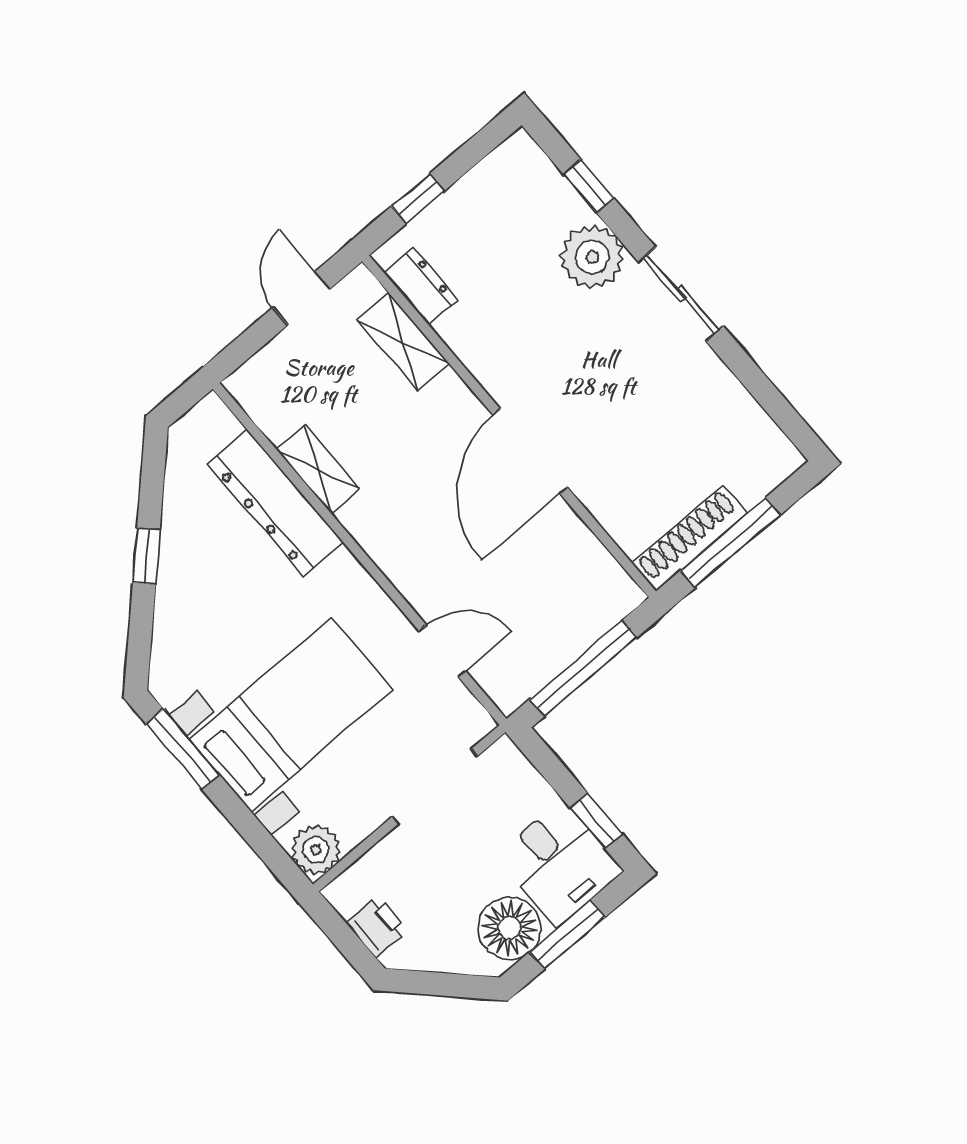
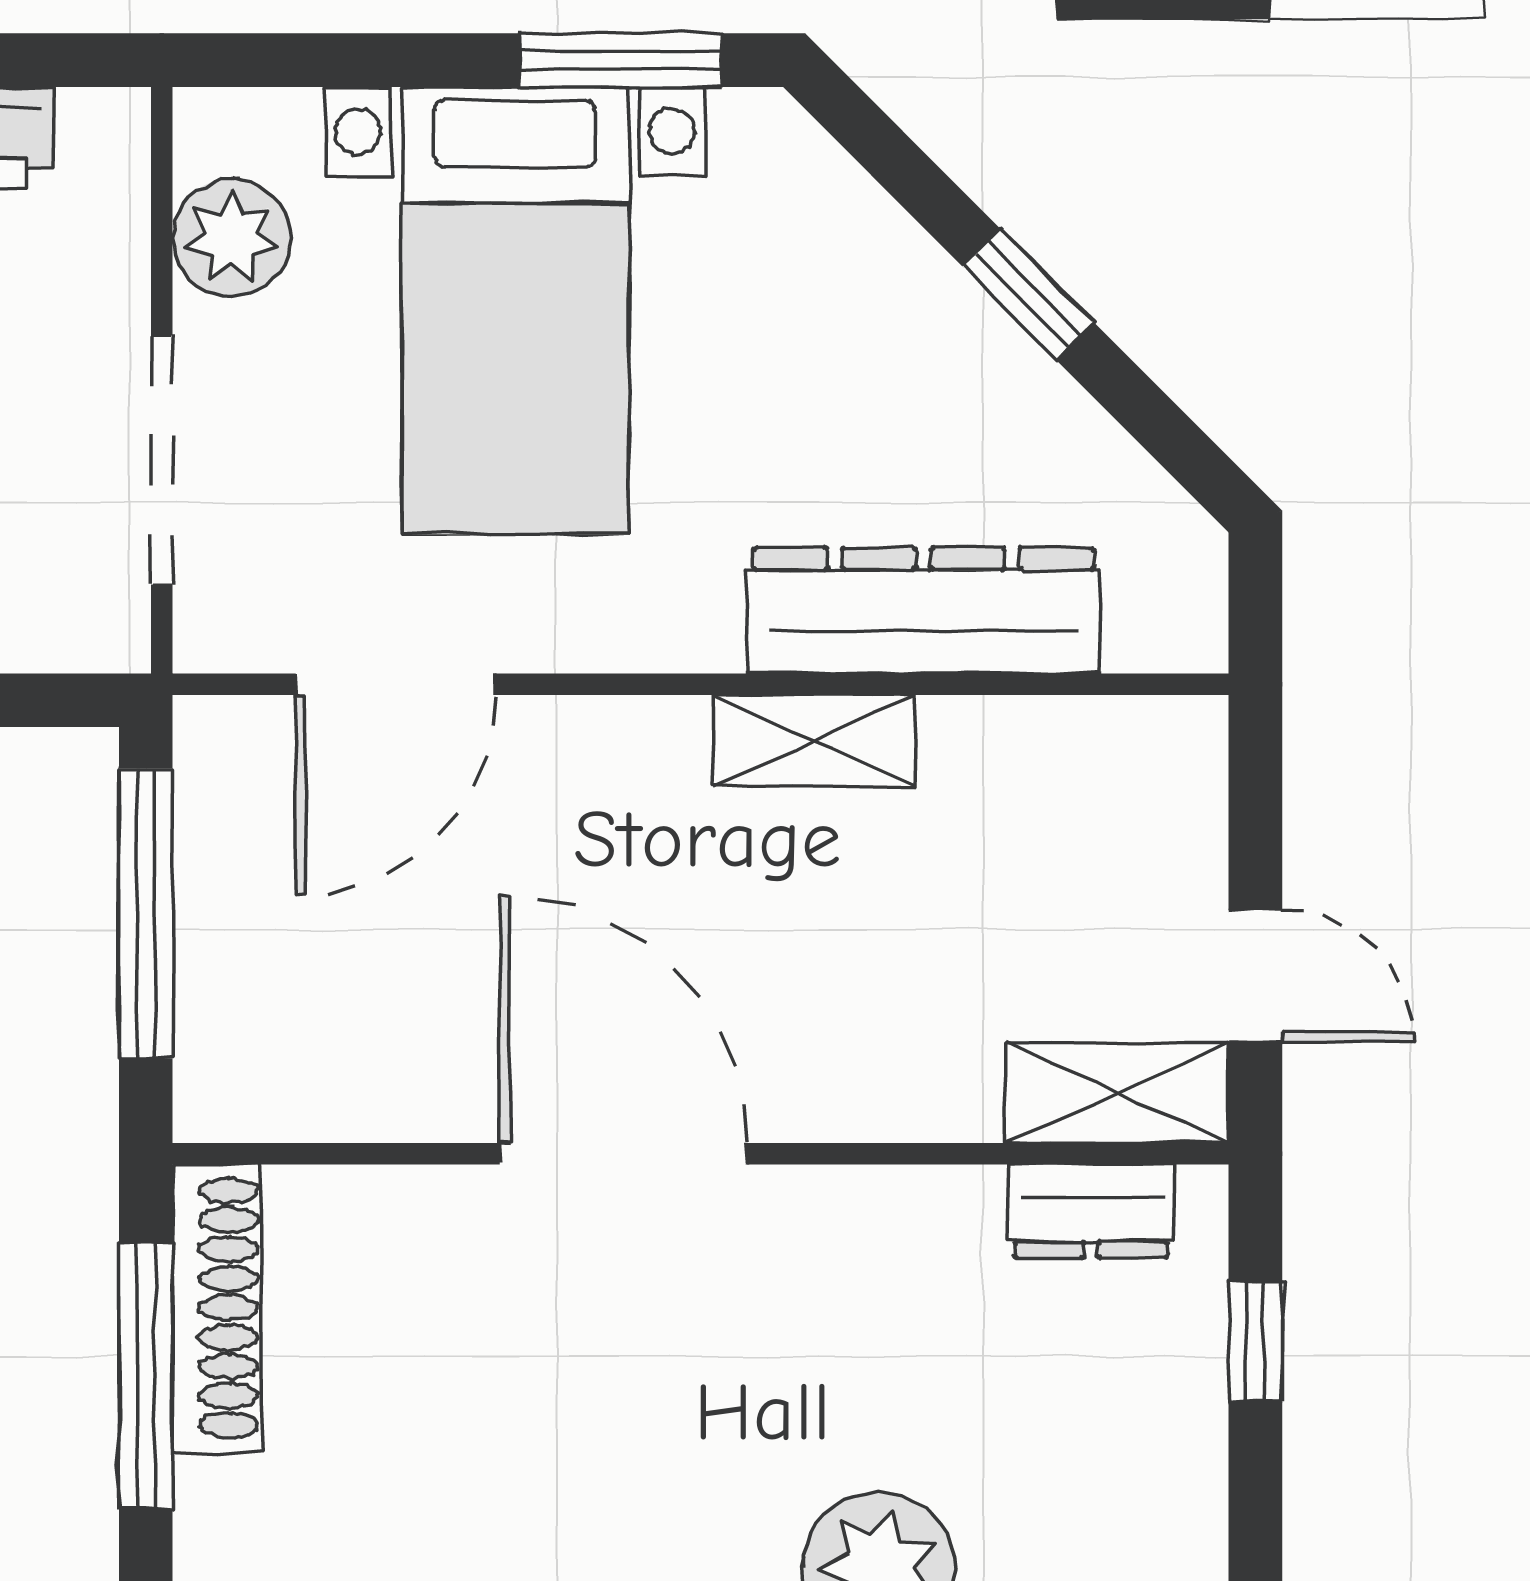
shelving: (403, 342) -> (1117, 1093), moved
shelving: (318, 469) -> (813, 740), moved
door: (442, 651) -> (395, 684), width x1.38
plant: (316, 850) -> (232, 238), moved

